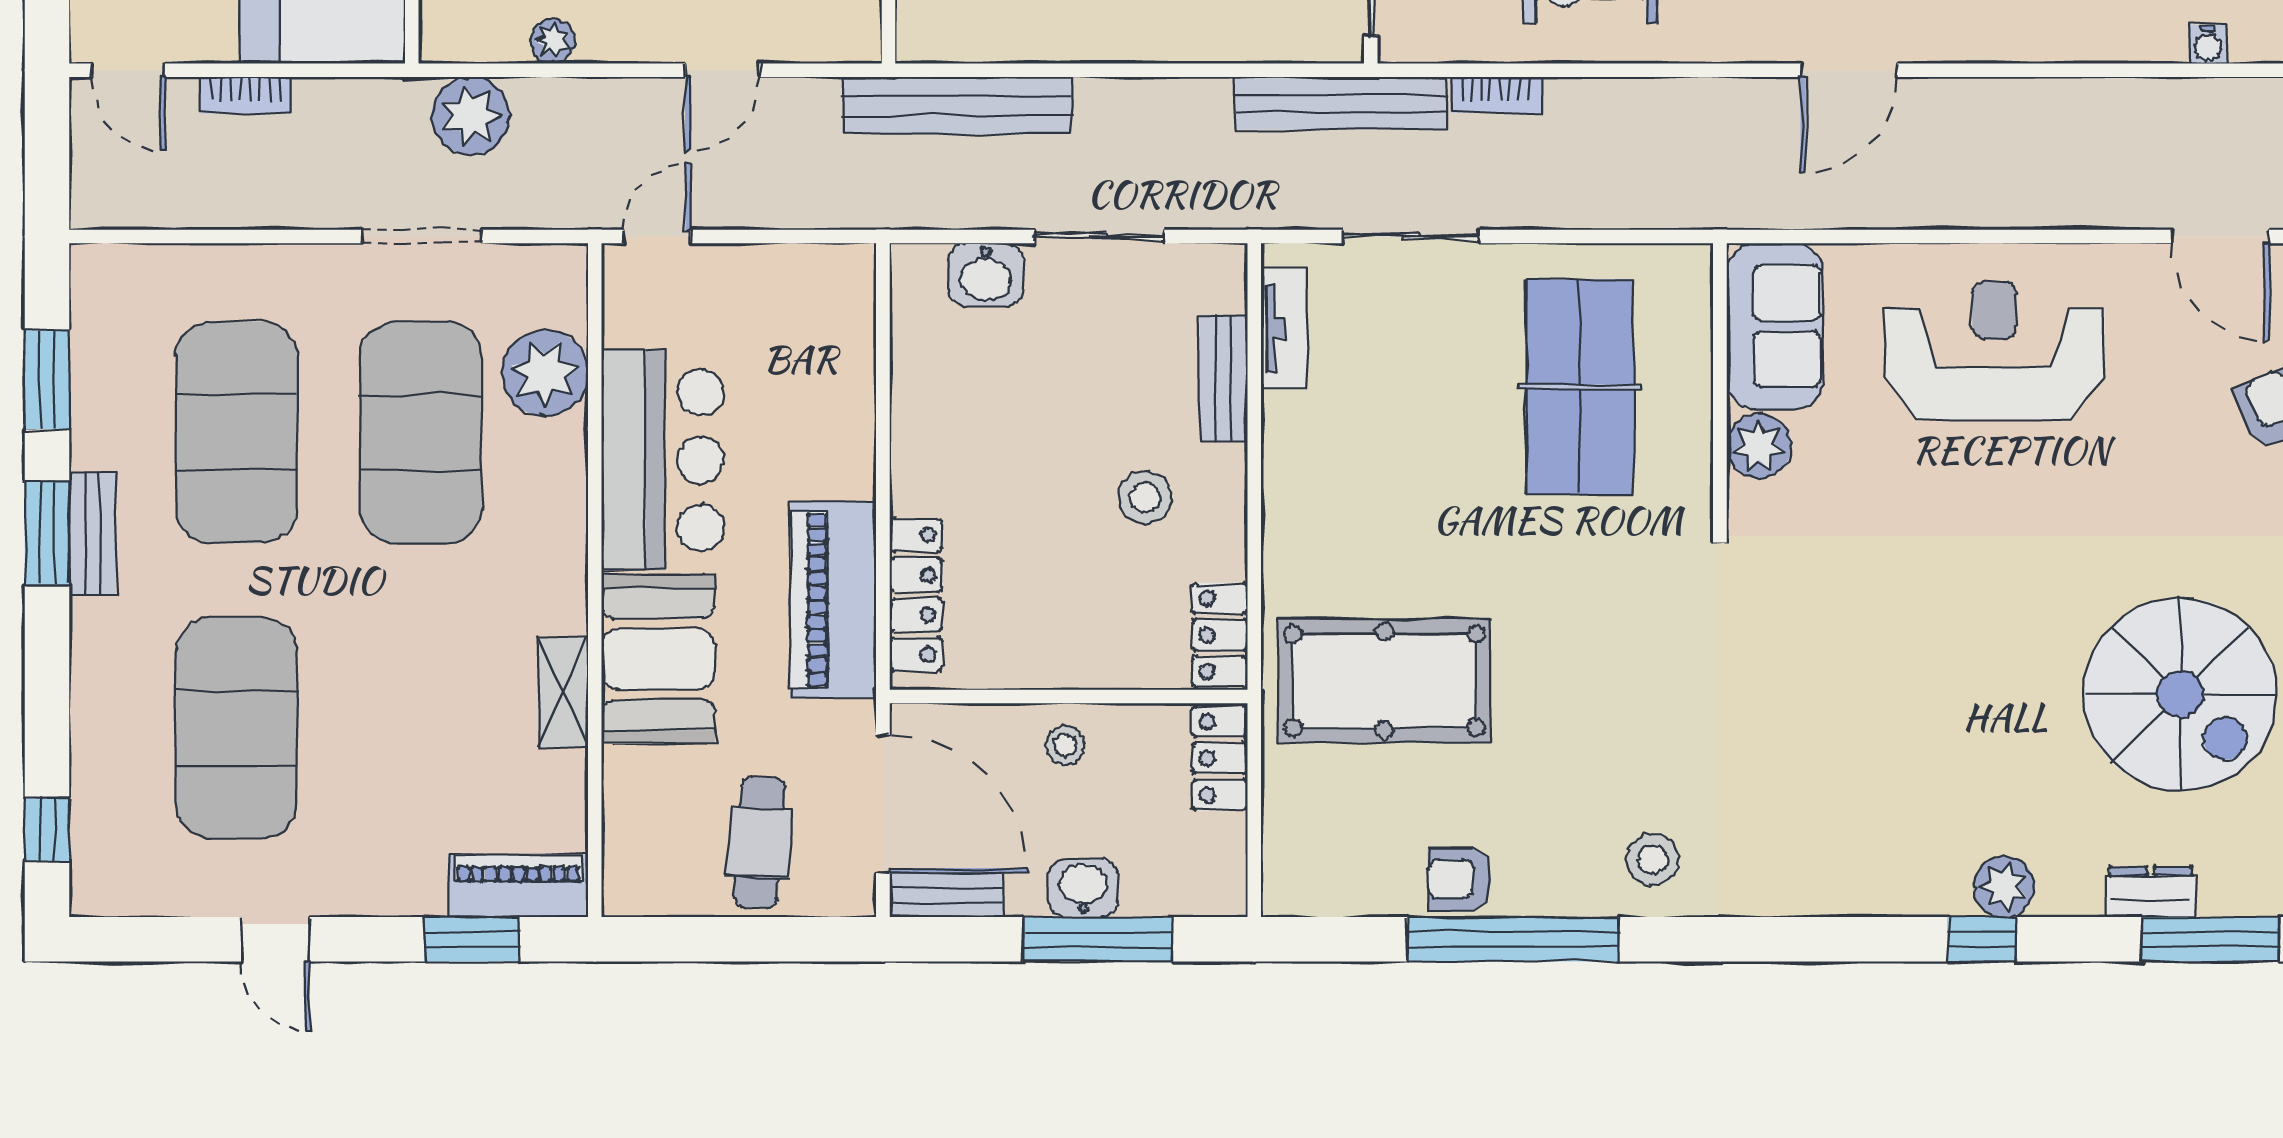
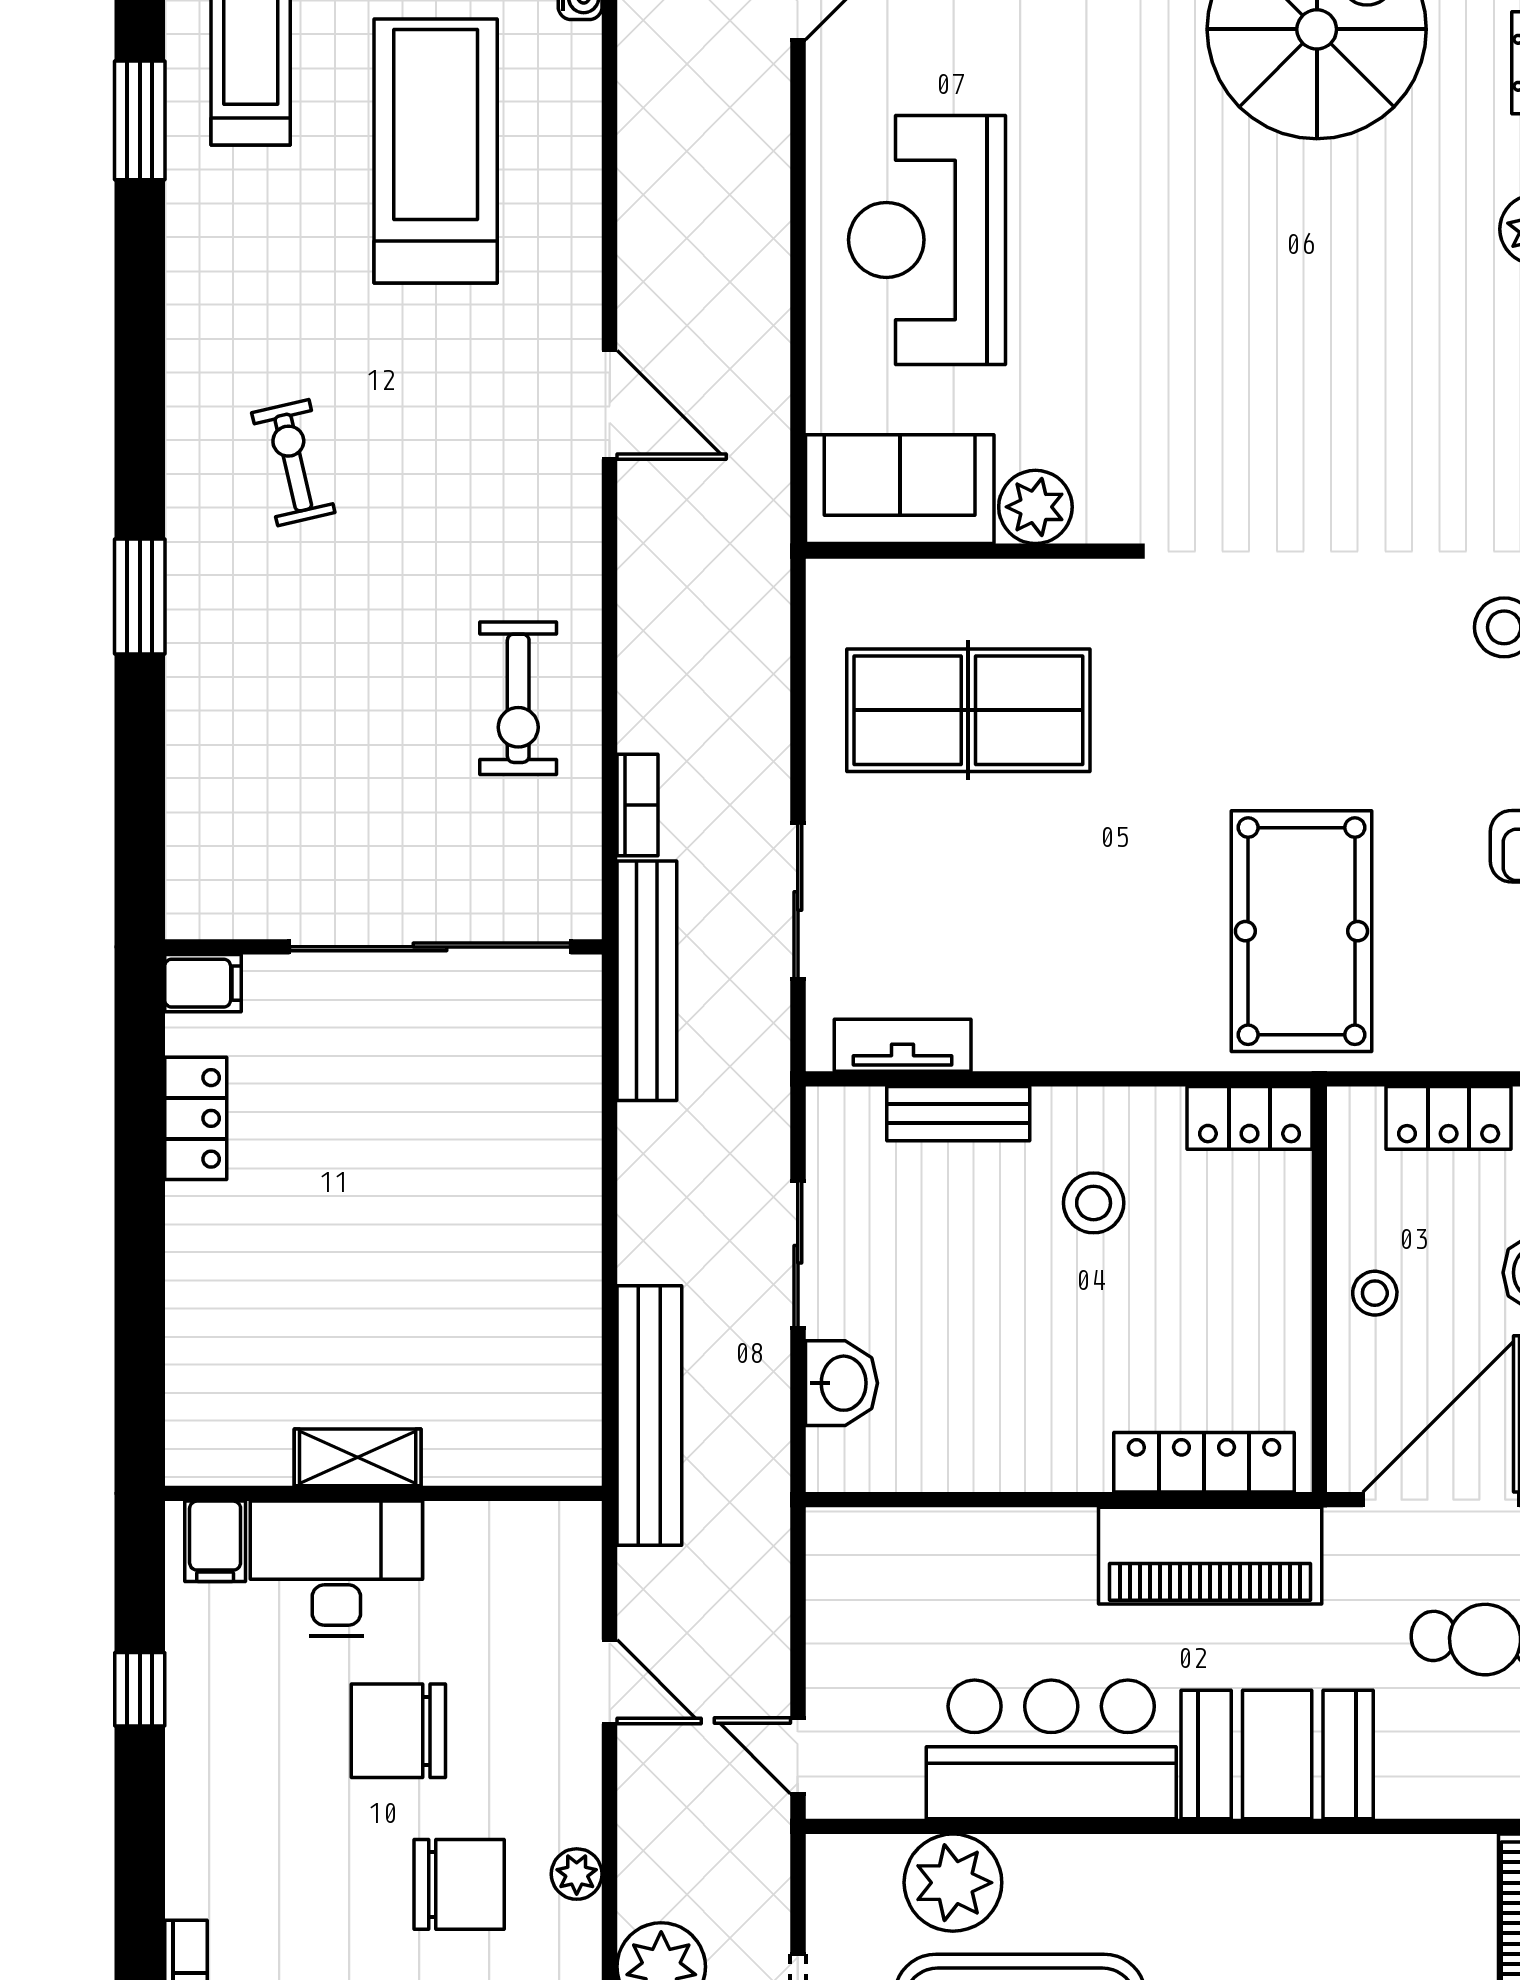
shelving: (563, 692) -> (1315, 1862), removed
locker: (1220, 758) -> (1449, 1118), moved

